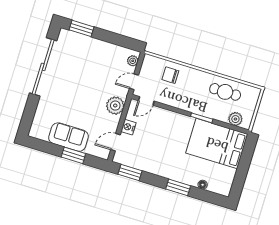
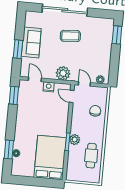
sliding door: (43, 67) -> (65, 10), moved
coffee table: (71, 87) -> (70, 36), added
plant: (235, 119) -> (75, 140), moved
window: (178, 187) -> (9, 150), moved

